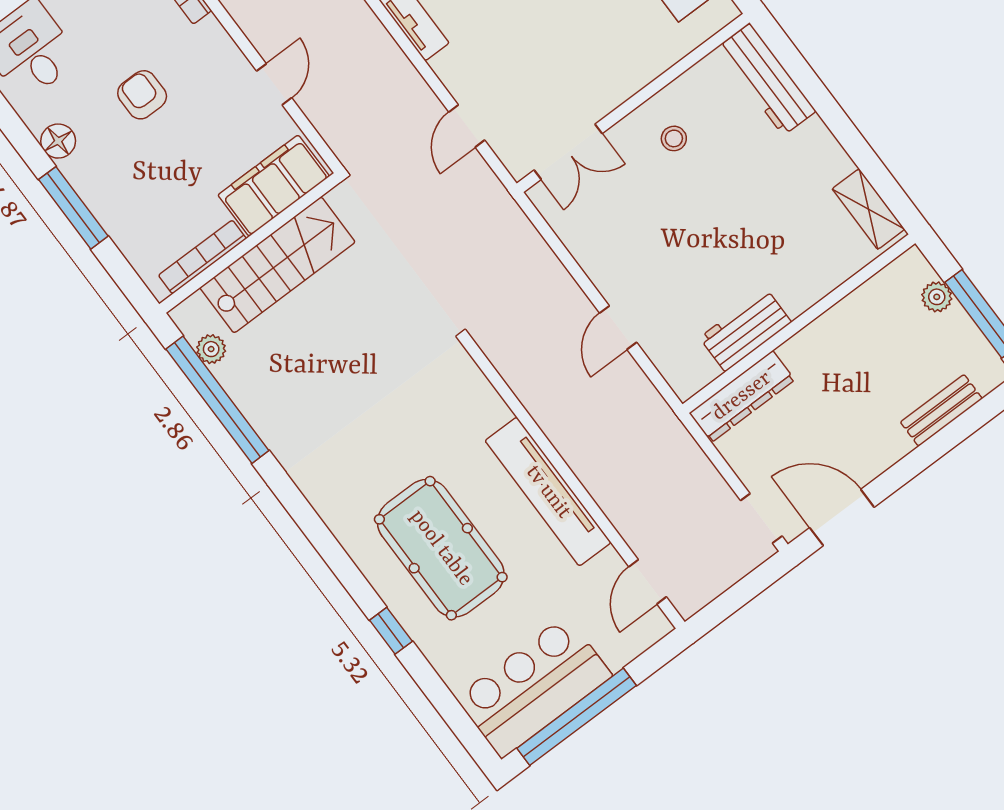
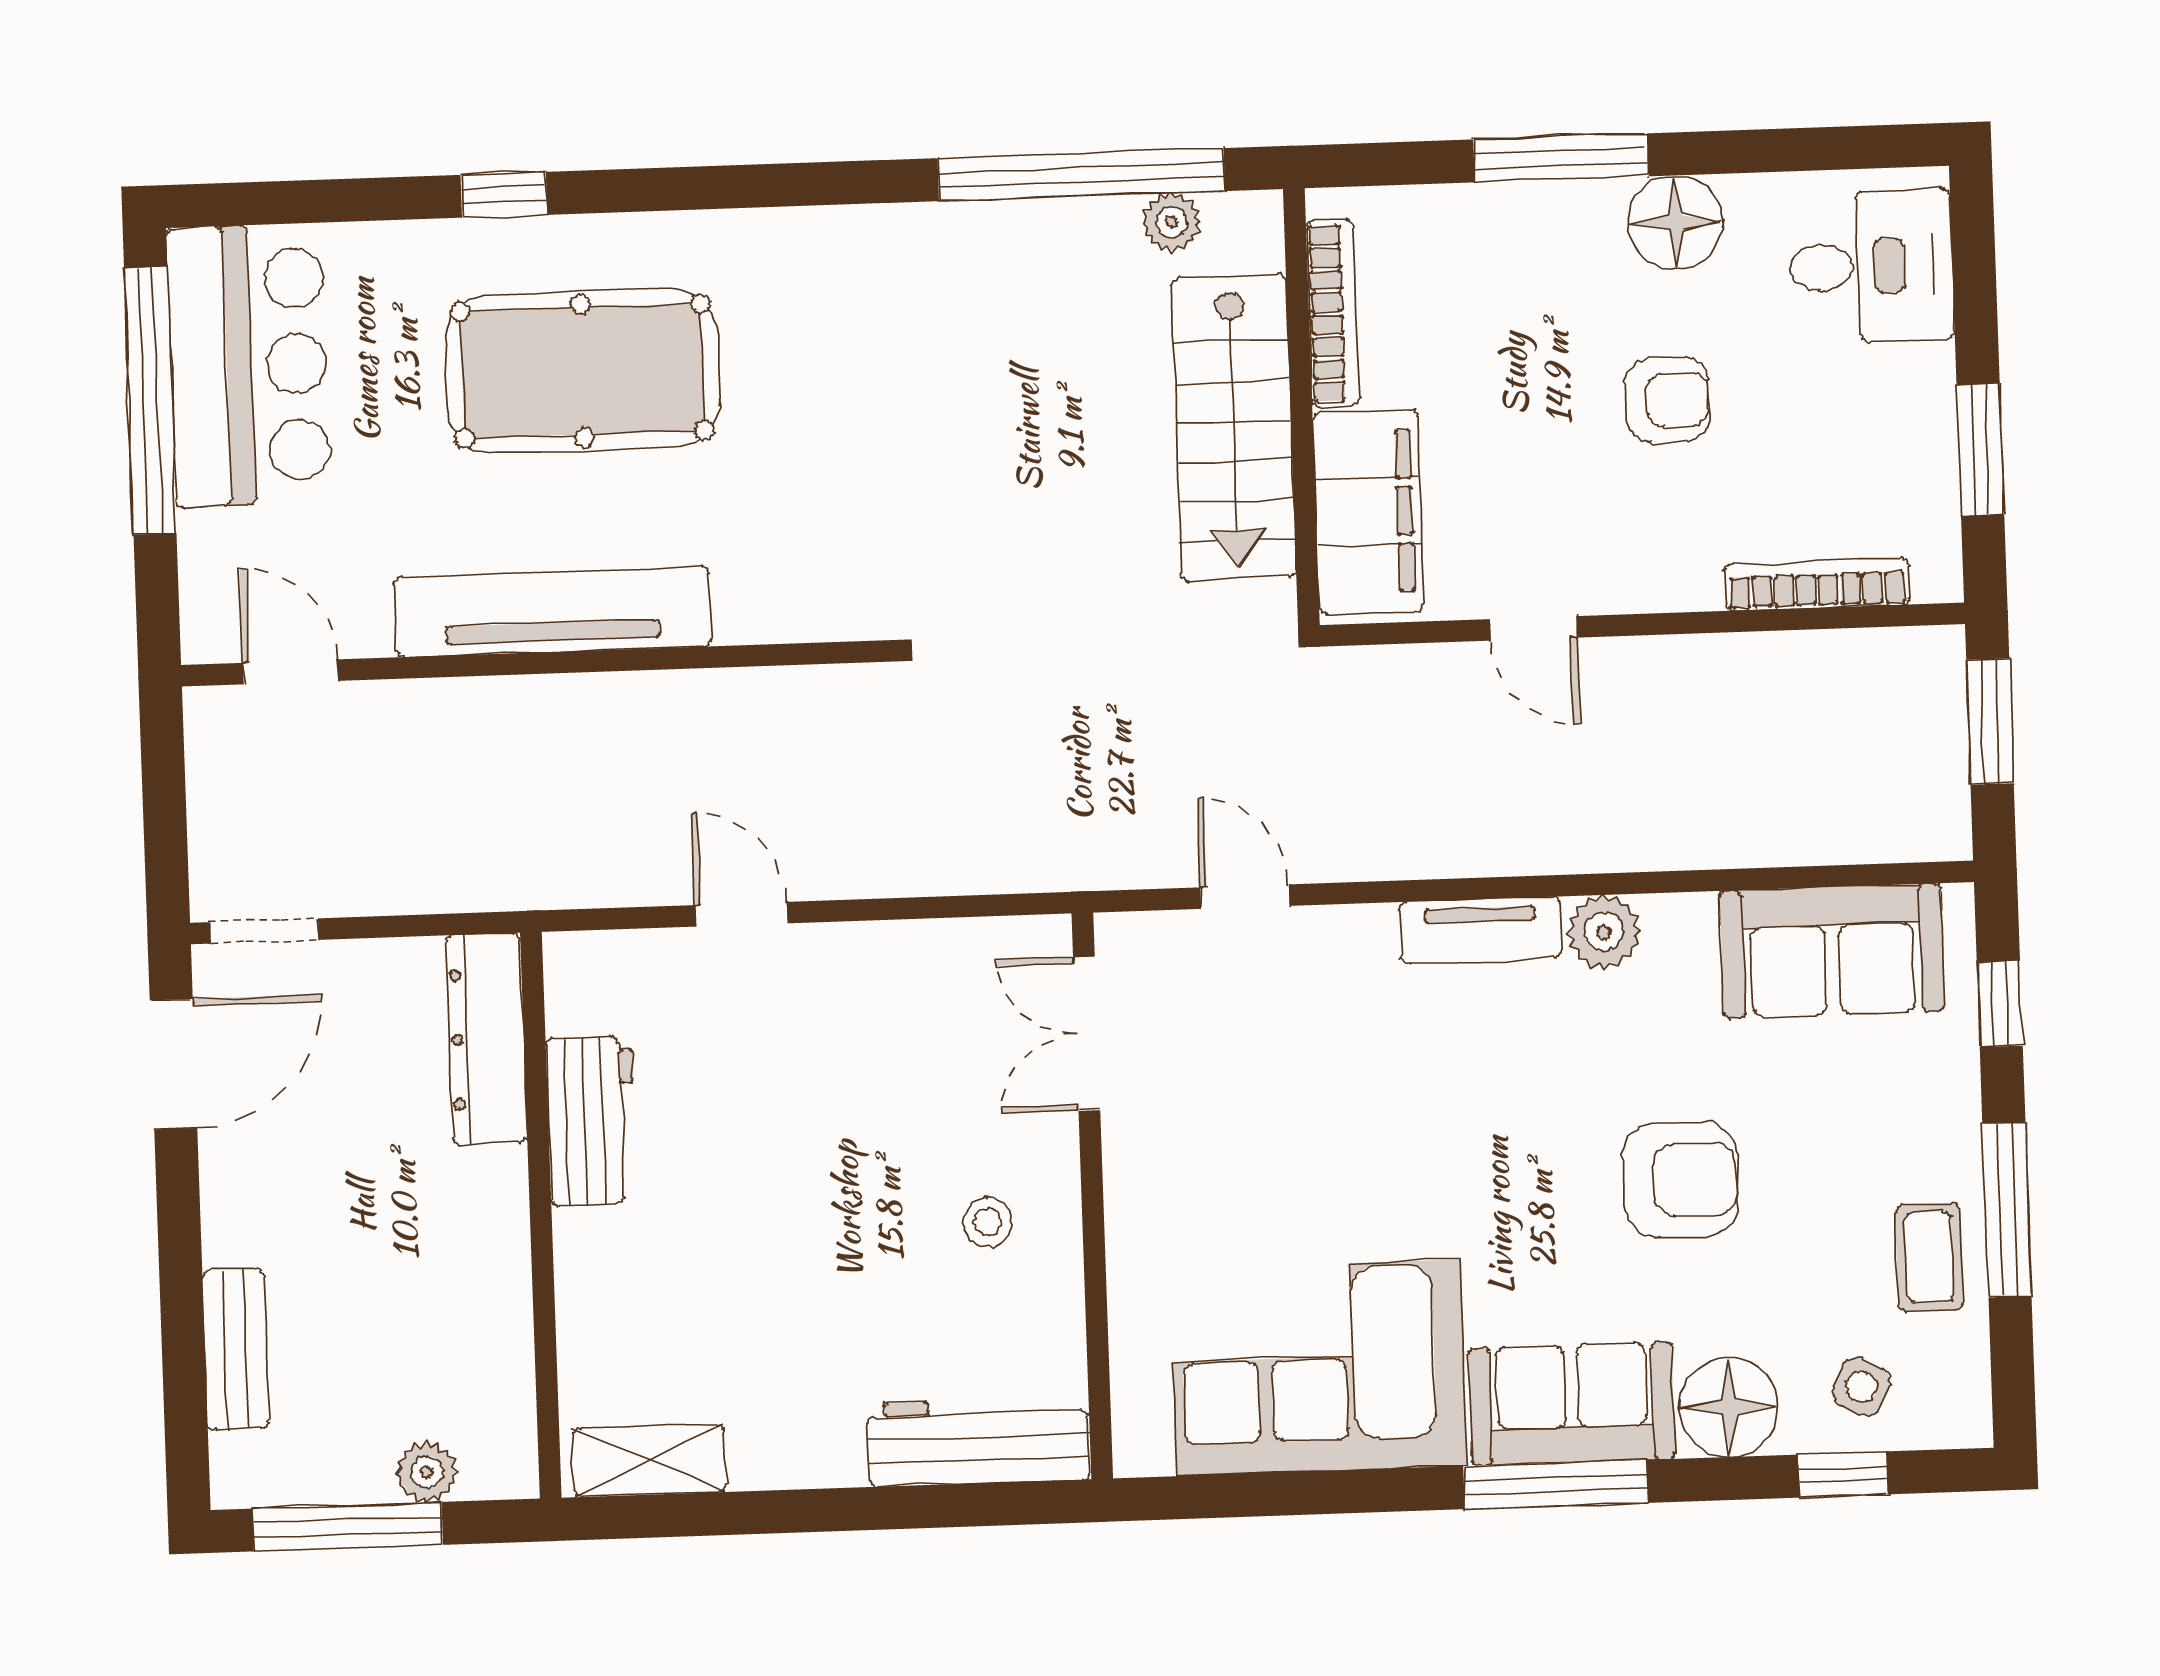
floor lamp: (58, 141) -> (1675, 223), width x1.38, depth x1.38

